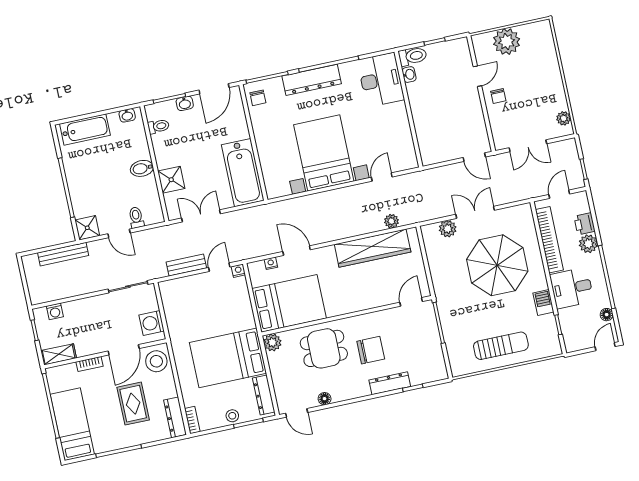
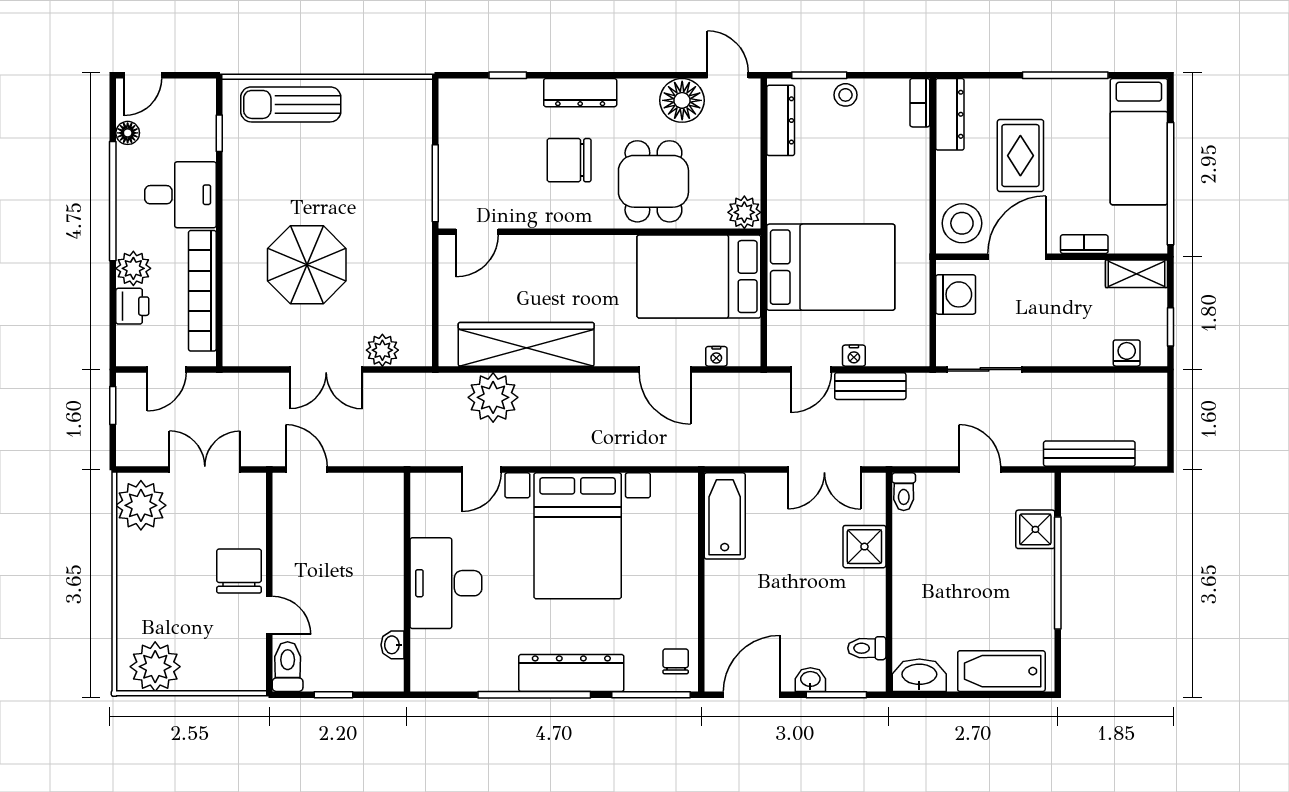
plant: (507, 42) -> (155, 667), moved
toilet: (413, 56) -> (288, 667), moved, turned 90
door: (477, 76) -> (269, 615), swing flipped
desk: (381, 80) -> (446, 583), moved
chair: (498, 96) -> (239, 571), width x1.87, depth x1.87
washbasin: (127, 115) -> (919, 675), width x1.91, depth x1.45
plant: (564, 118) -> (141, 505), width x1.88, depth x1.88
bidet: (142, 168) -> (913, 578), removed
bathtub: (243, 173) -> (725, 516), width x0.73, depth x0.73
toilet: (136, 217) -> (904, 492), moved
plant: (391, 221) -> (493, 397), width x1.88, depth x1.88
shower: (87, 228) -> (1035, 529), moved
parasol: (497, 265) -> (307, 265), width x0.73, depth x0.73
nightstand: (238, 271) -> (854, 356), moved
barbecue: (543, 303) -> (238, 179), removed
sun lounger: (501, 346) -> (291, 104), moved
dining table: (324, 348) -> (653, 181), turned 90
bed: (228, 358) -> (831, 267), moved
dresser: (390, 383) -> (580, 93), moved
floor lamp: (325, 399) -> (682, 100), width x1.89, depth x1.89

